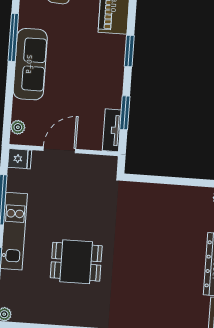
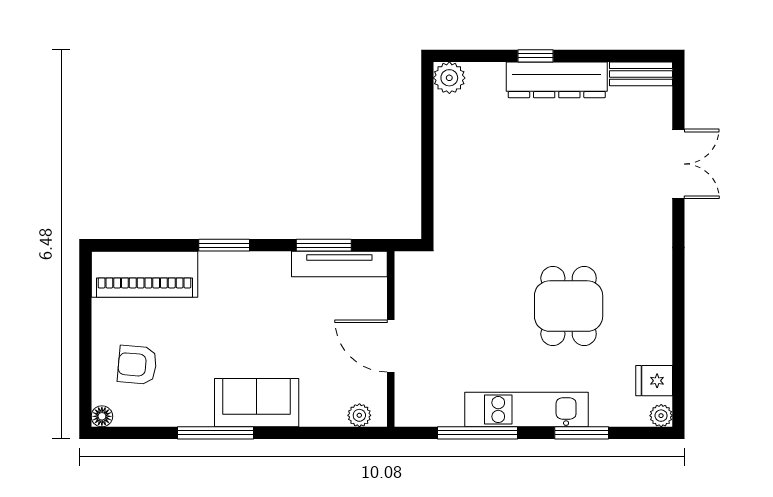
sofa: (30, 64) -> (257, 403), width x0.73
tv unit: (112, 130) -> (339, 264), width x1.41
fridge: (20, 159) -> (654, 381), moved, turned -90

